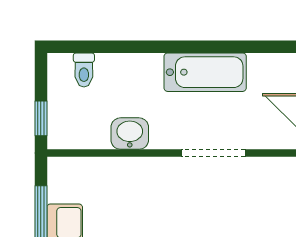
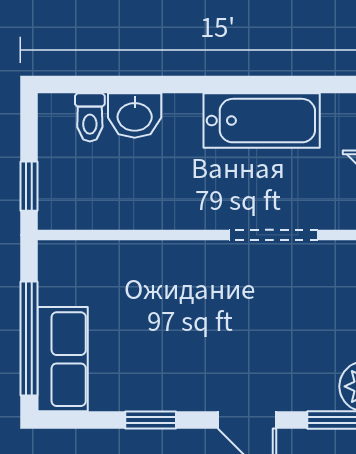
washbasin: (130, 134) -> (135, 116), moved, turned 180

